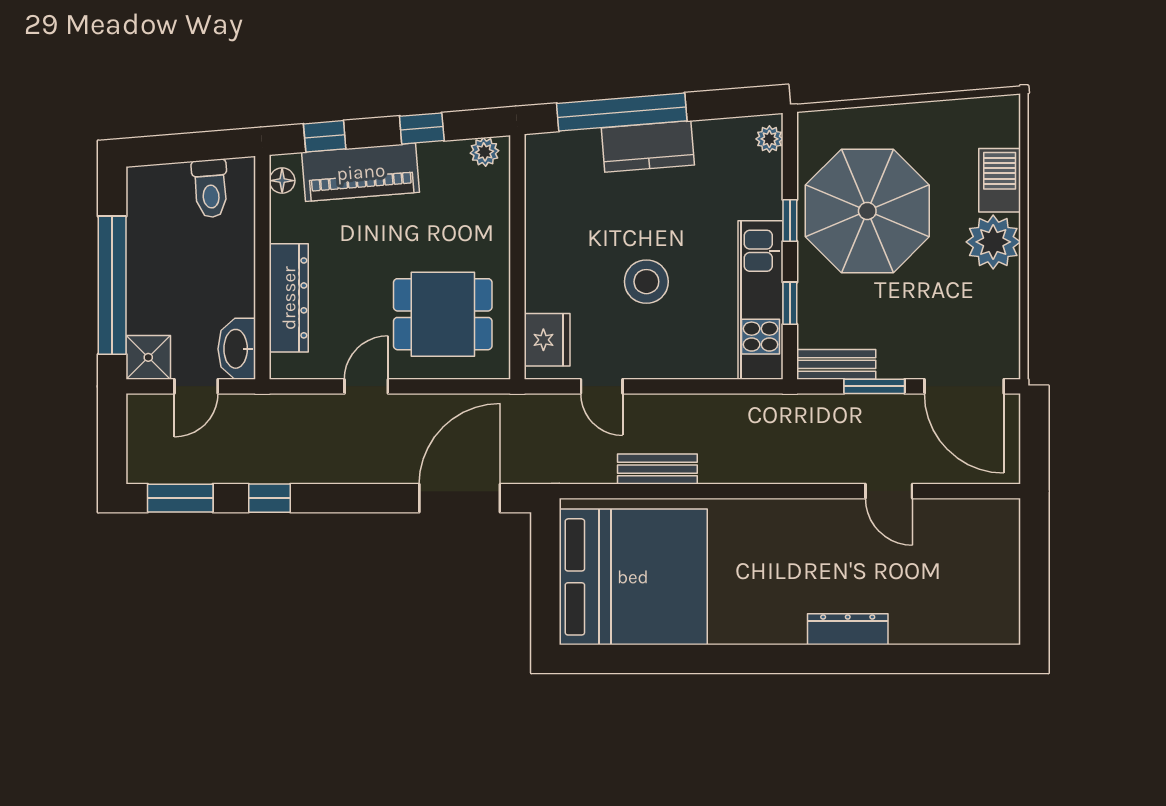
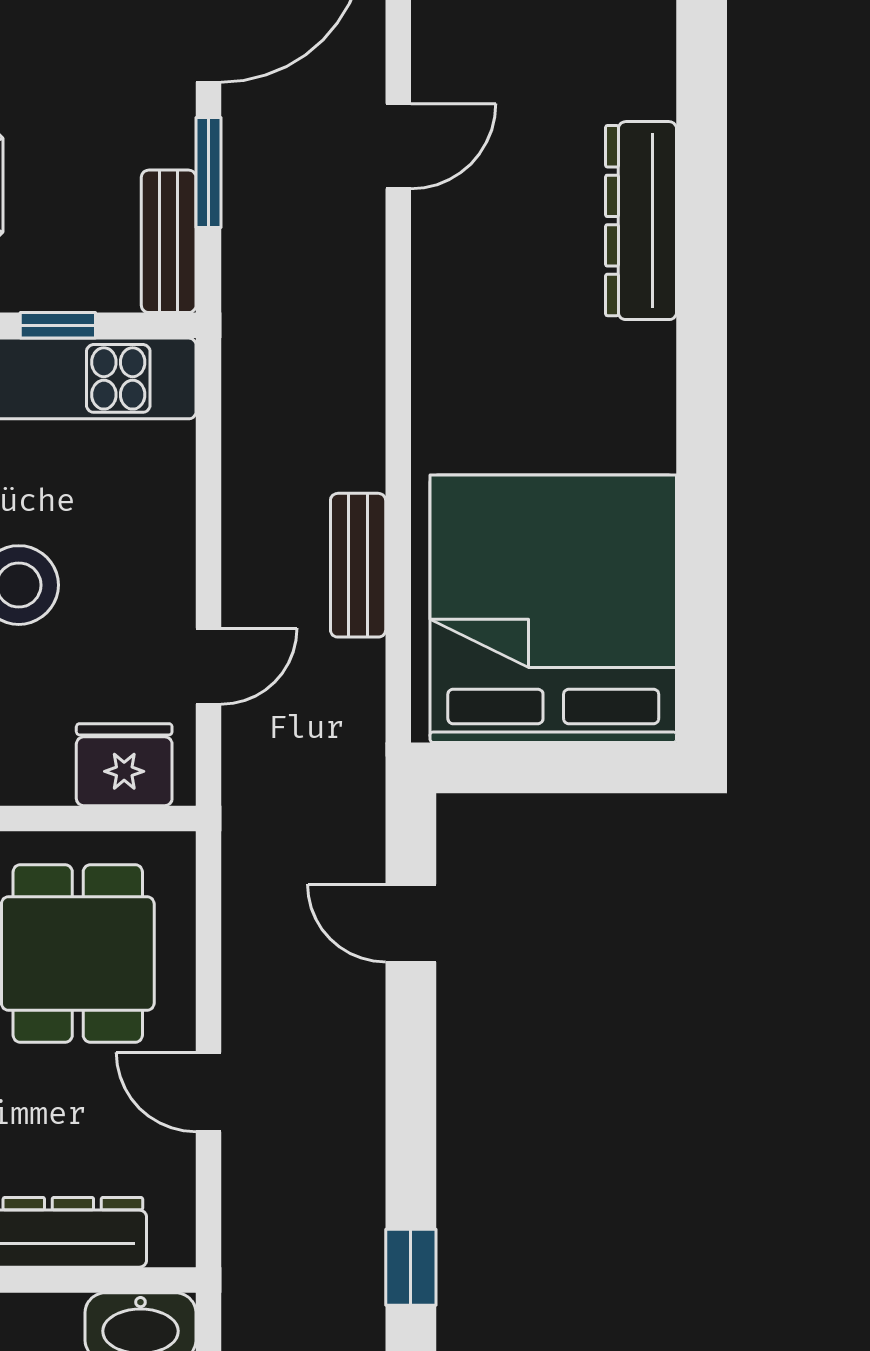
door: (460, 498) -> (411, 923), width x0.53
dresser: (848, 629) -> (641, 221), width x1.37, depth x1.24

